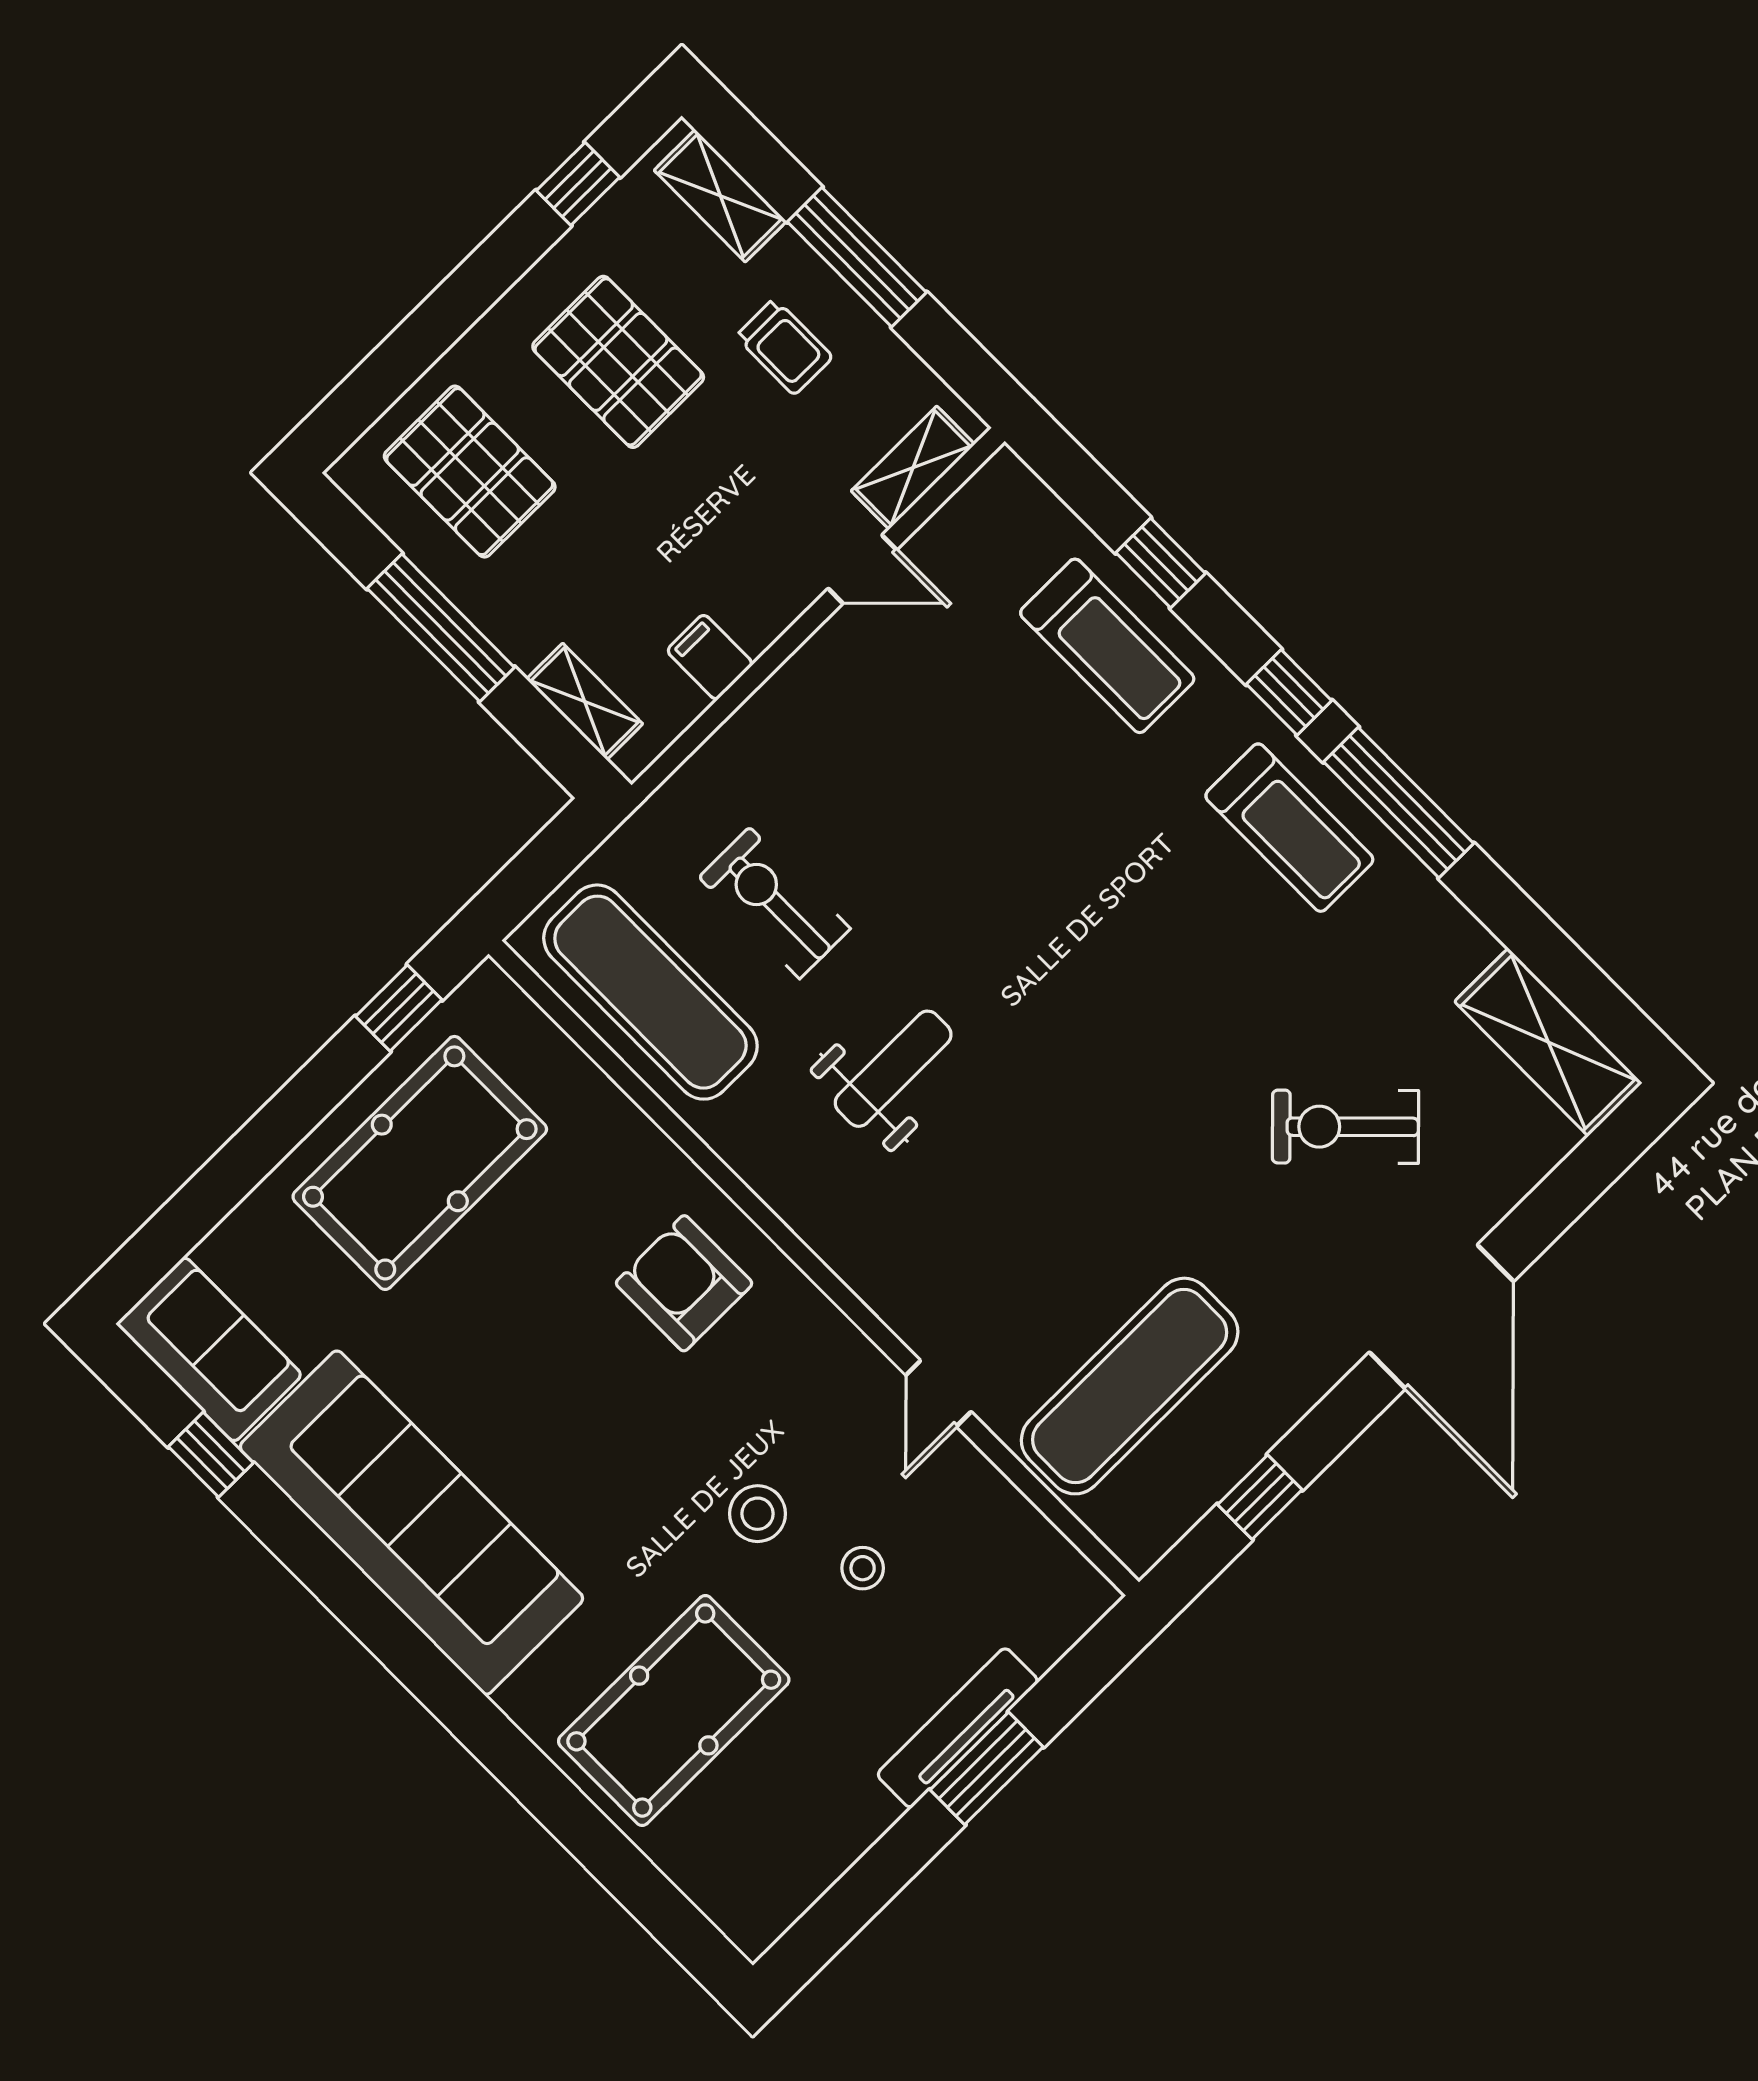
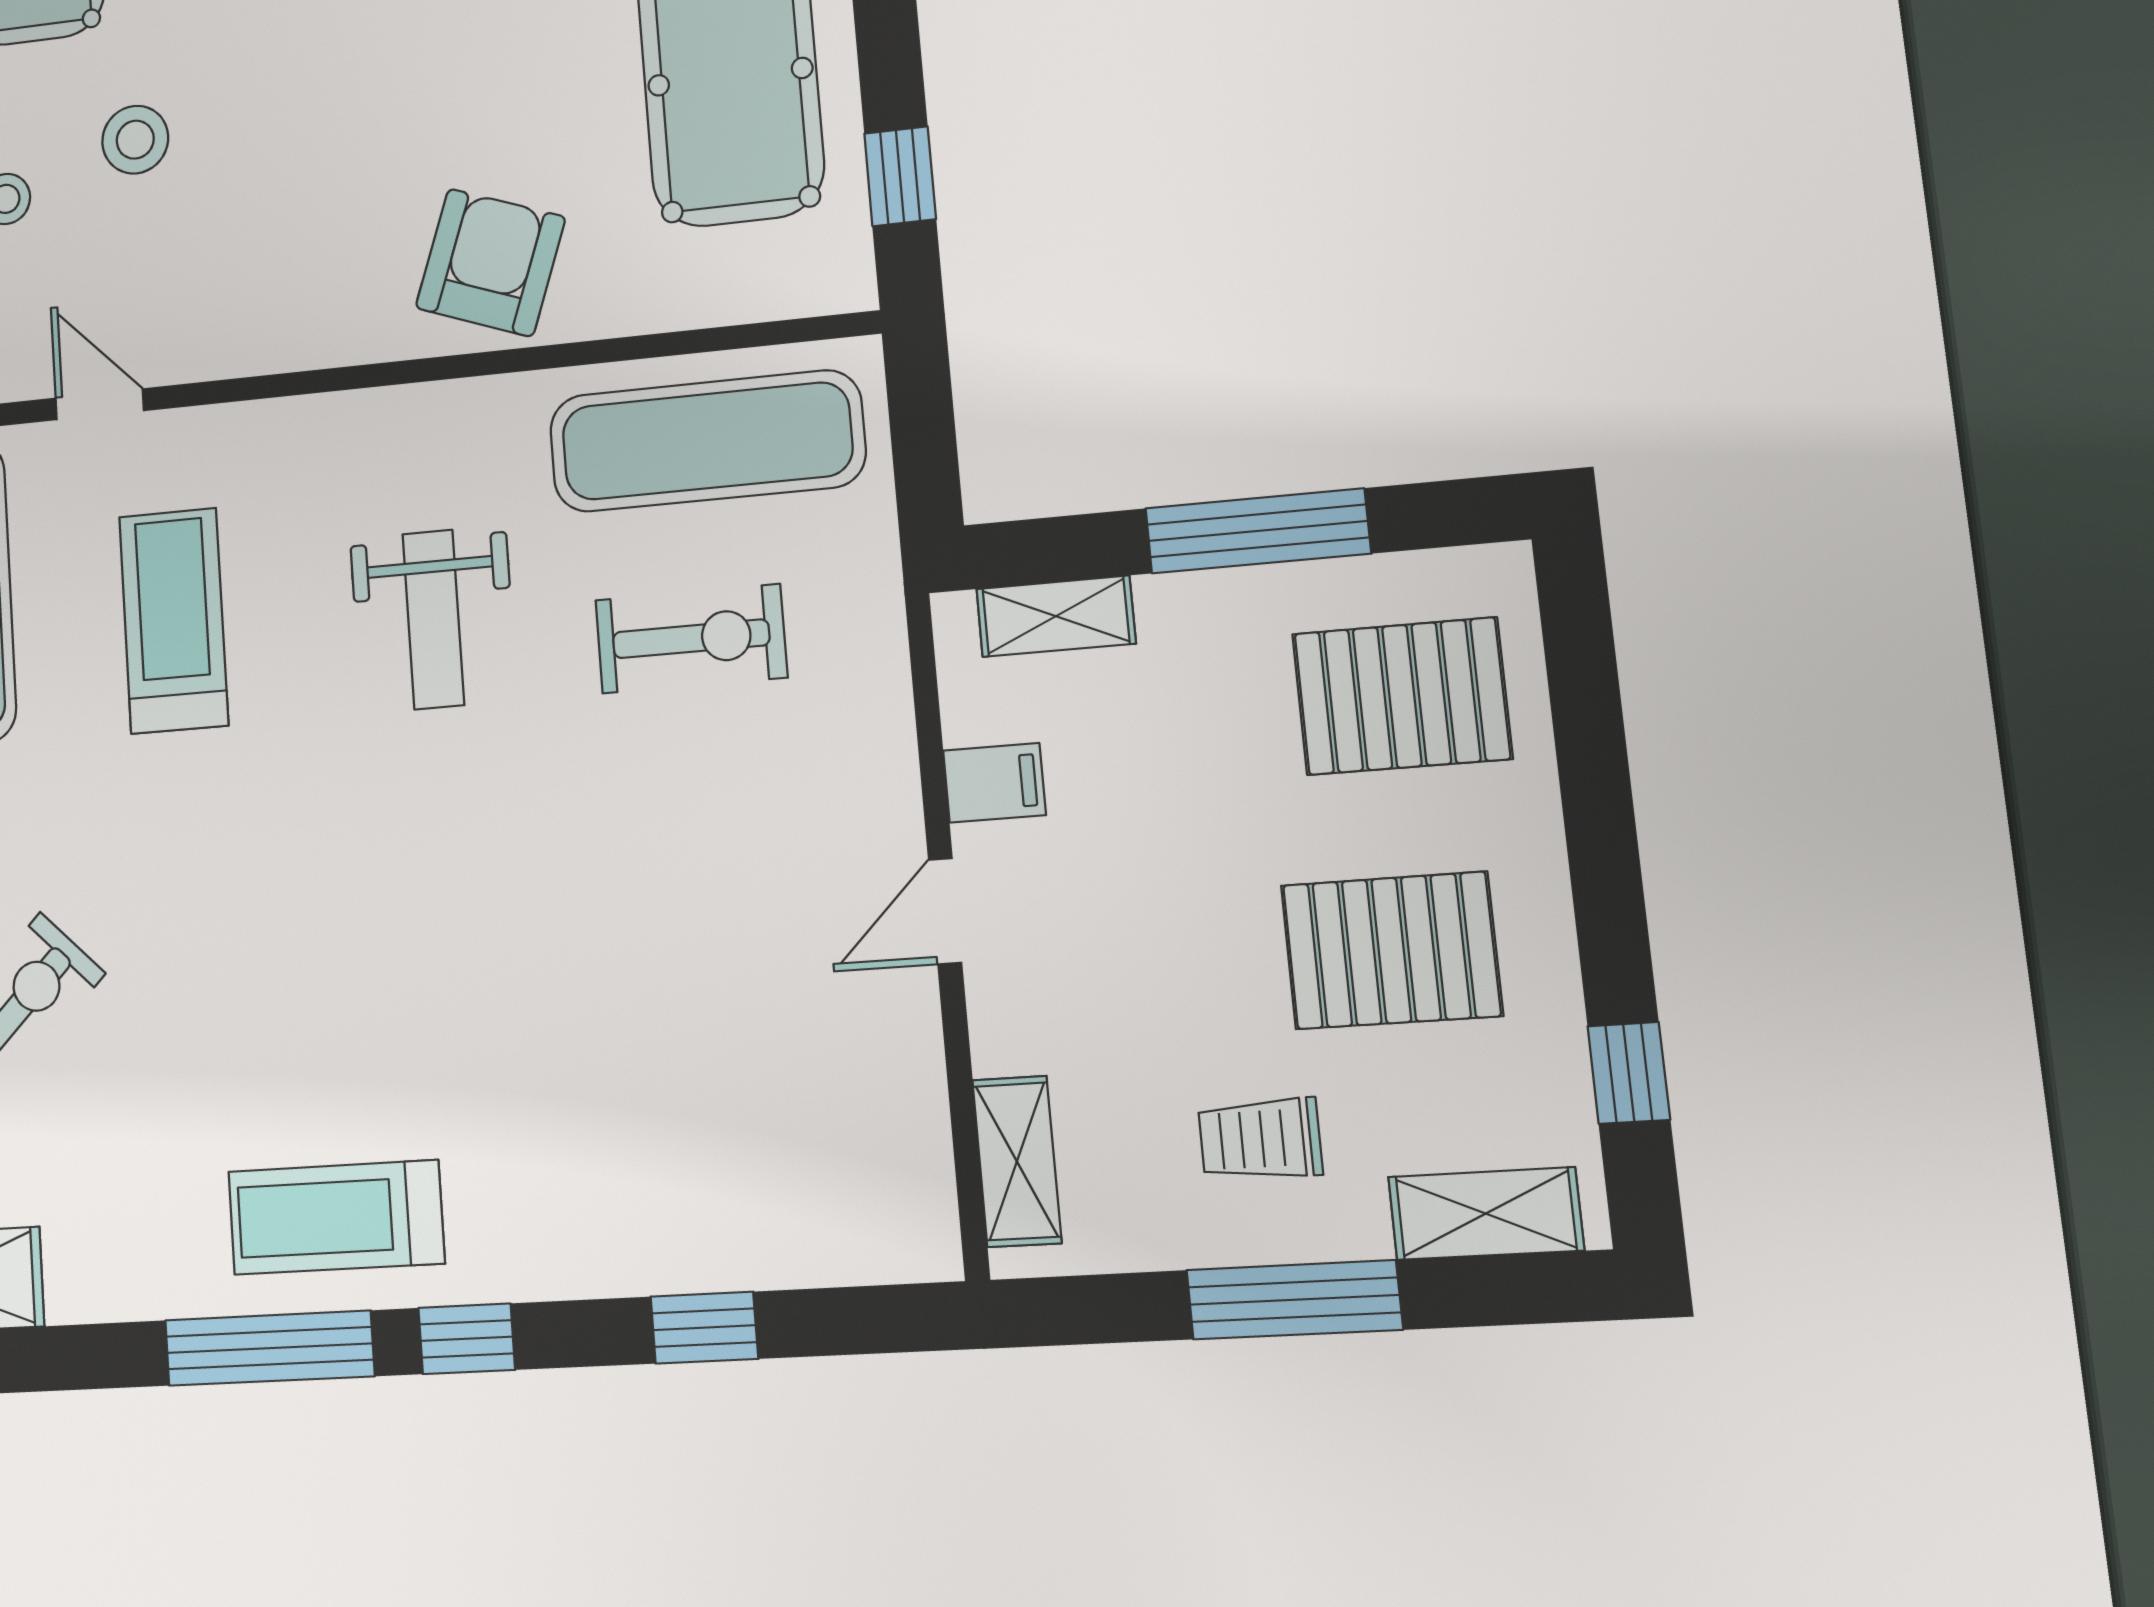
door: (862, 569) -> (945, 911), moved
treadmill: (1107, 646) -> (174, 621), moved, turned 90
armchair: (684, 1283) -> (490, 263), moved, turned -70

